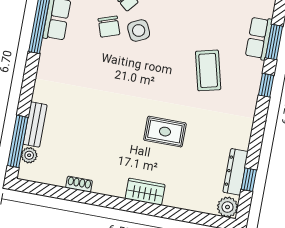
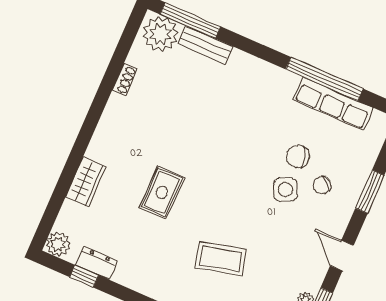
plant: (29, 155) -> (160, 34), width x1.87, depth x1.87
dresser: (236, 172) -> (97, 263), width x0.70
wardrobe: (145, 192) -> (86, 182), moved

